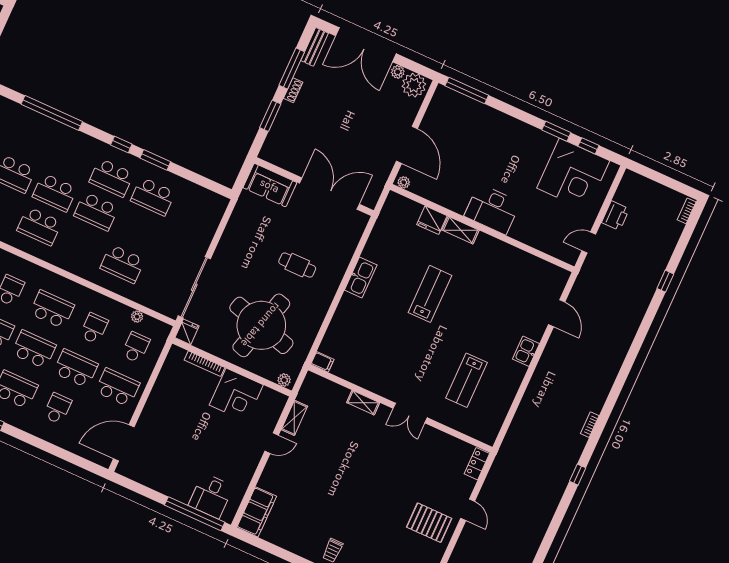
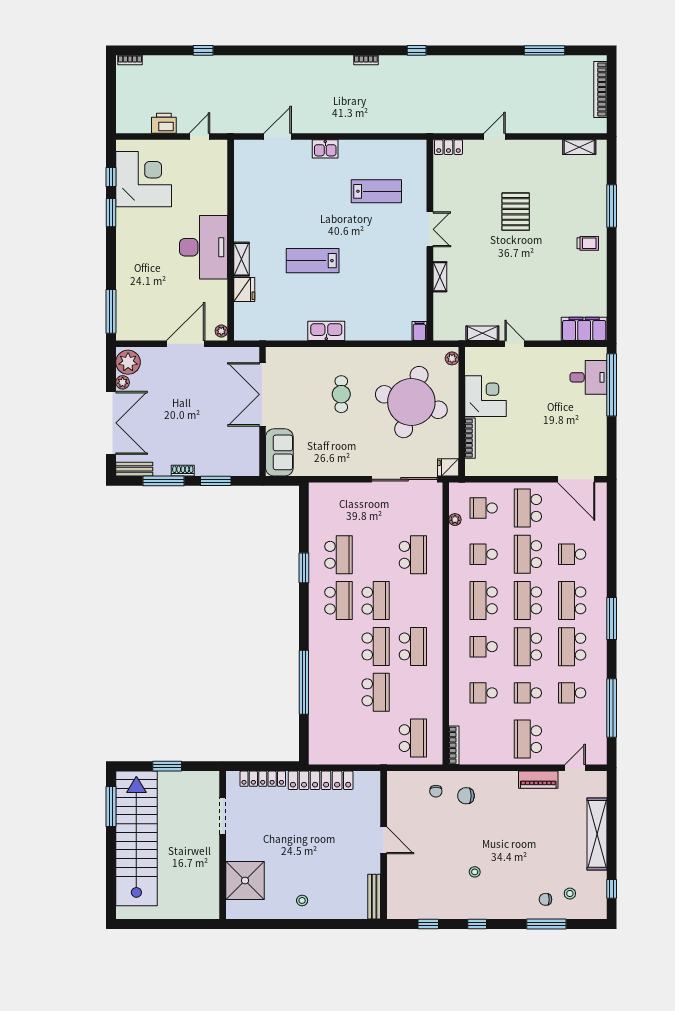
window: (121, 144) -> (304, 605), removed
desk: (492, 209) -> (204, 247), width x1.36, depth x1.30
door: (589, 242) -> (199, 137), swing flipped
pallet: (429, 523) -> (516, 212), moved

